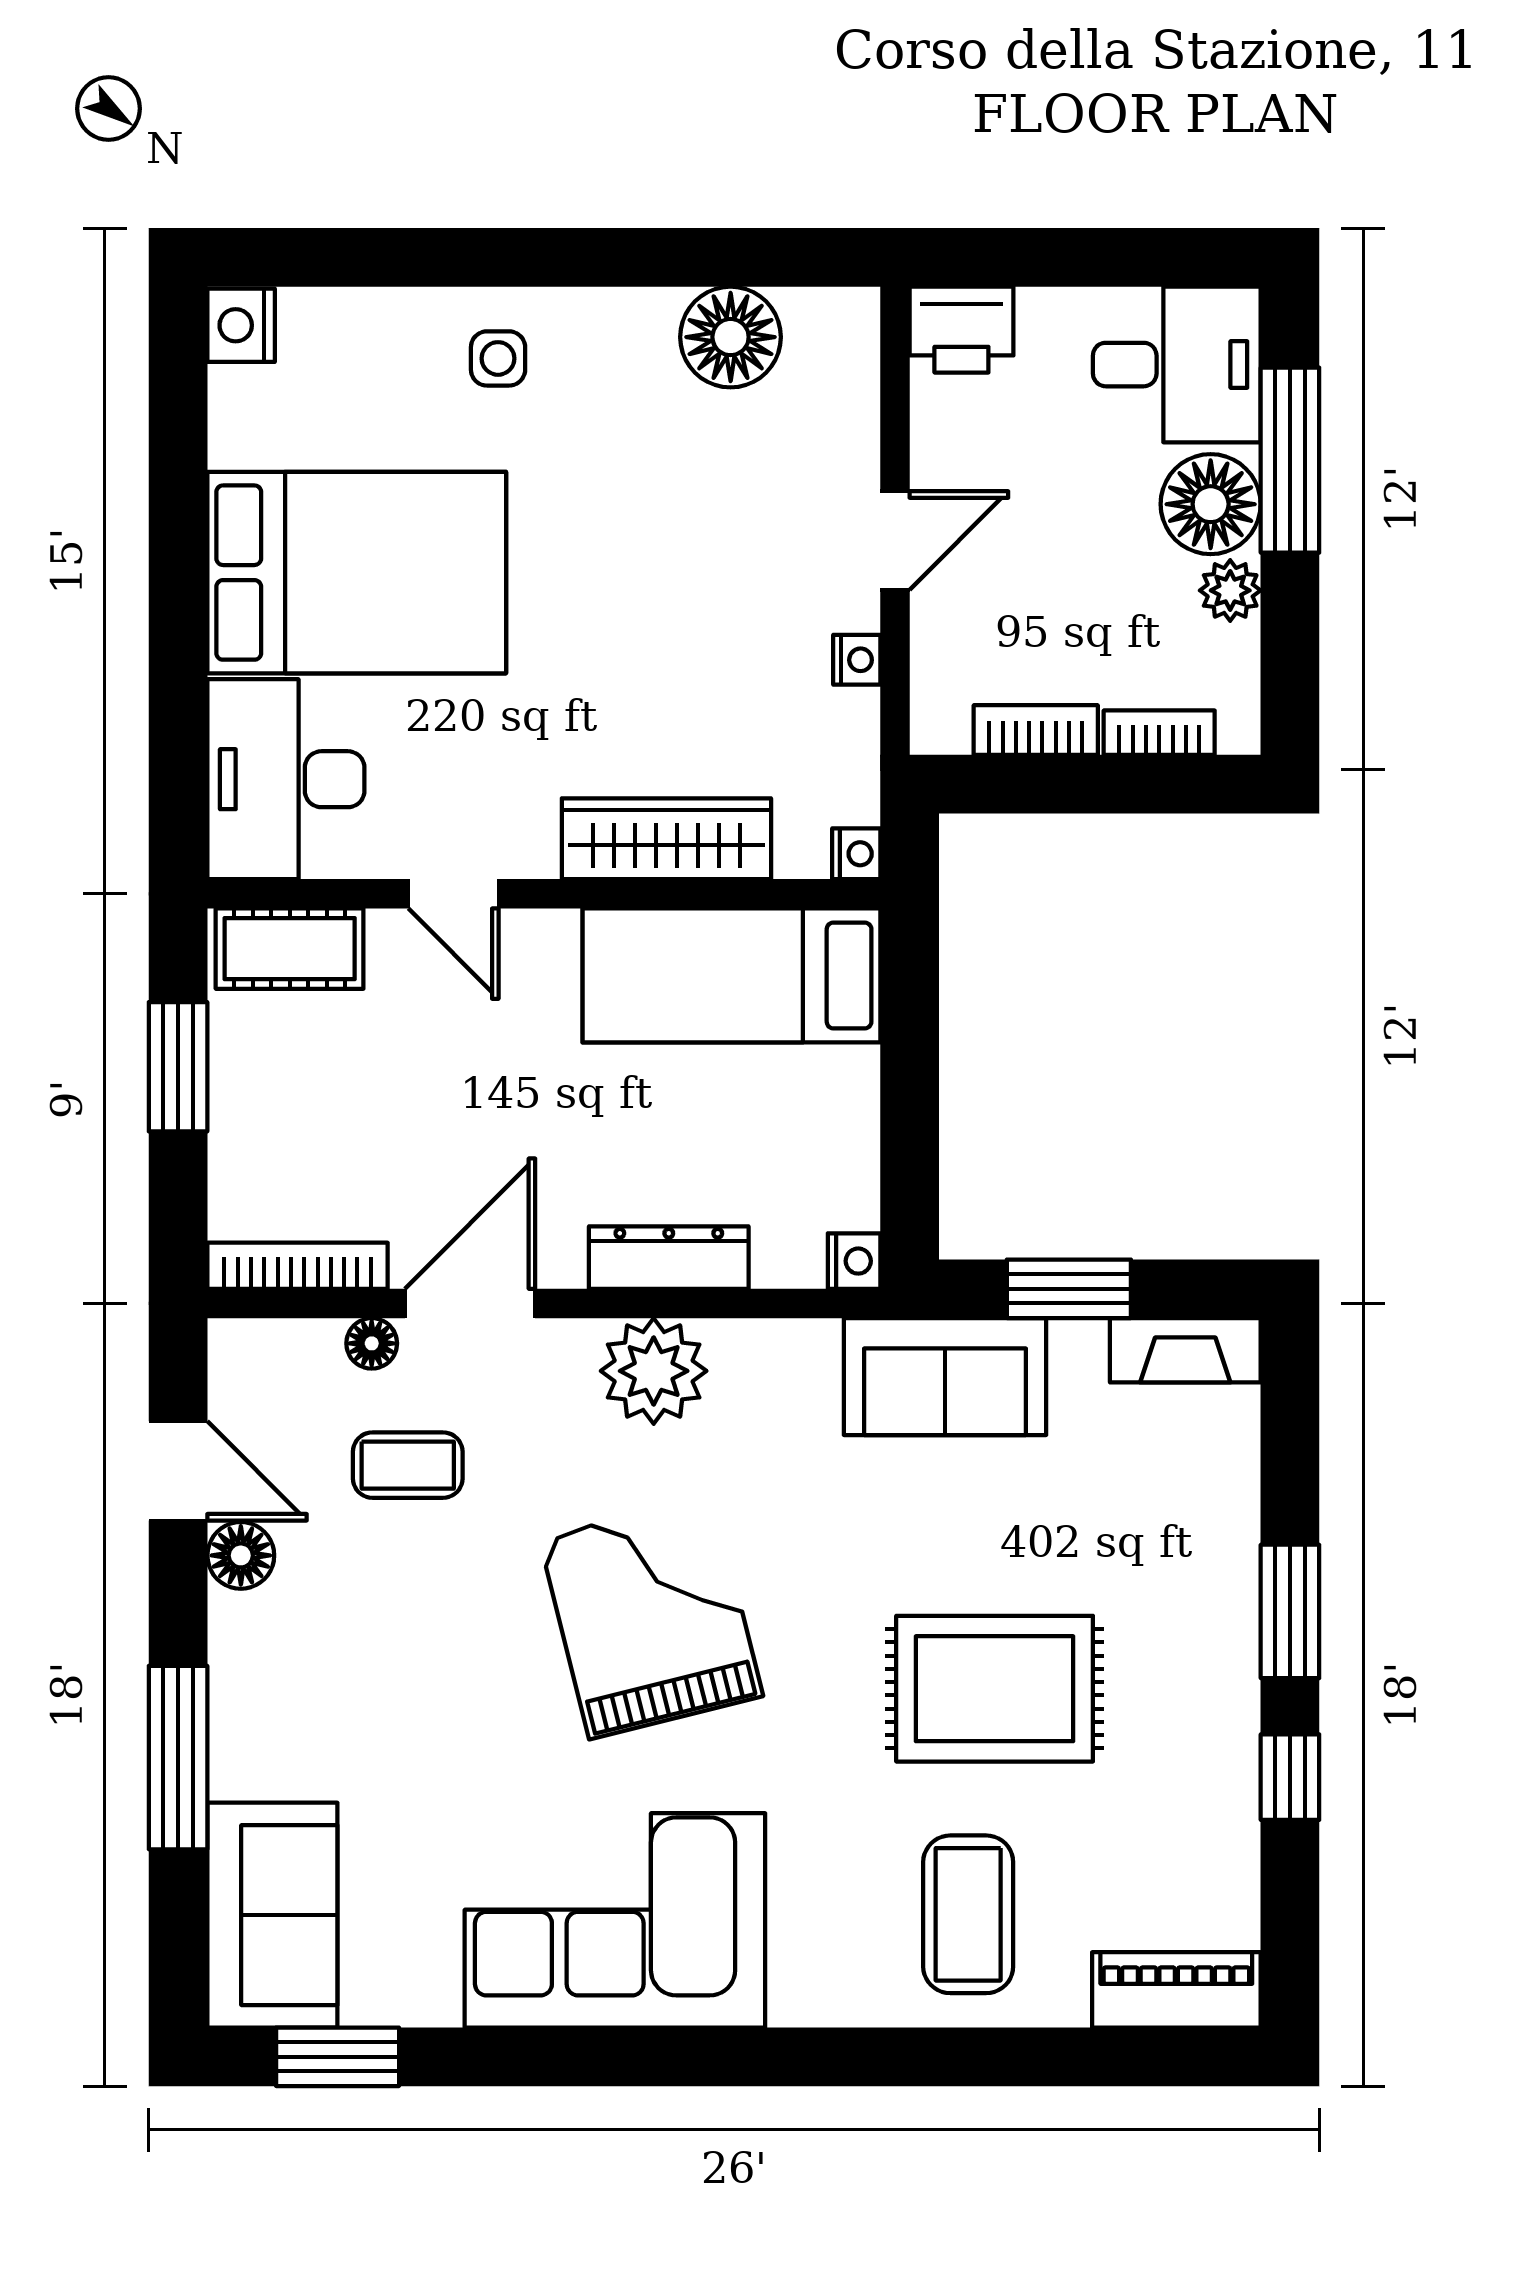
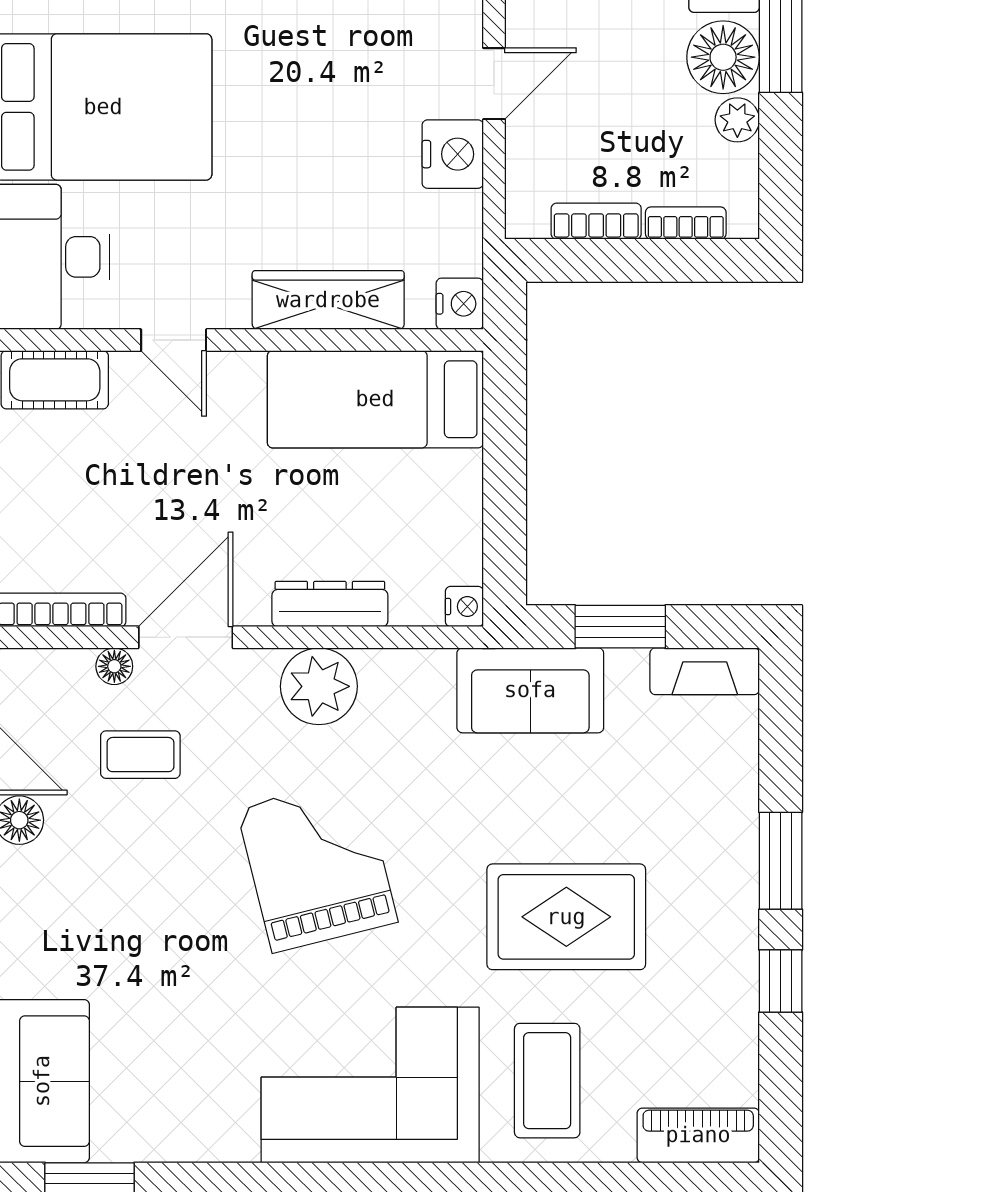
nightstand: (857, 660) -> (453, 154), width x1.89, depth x1.79
nightstand: (856, 854) -> (460, 304), width x1.39, depth x1.35
corner sofa: (615, 1920) -> (370, 1085), moved

